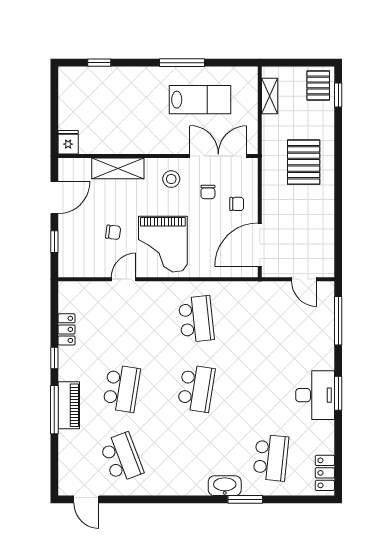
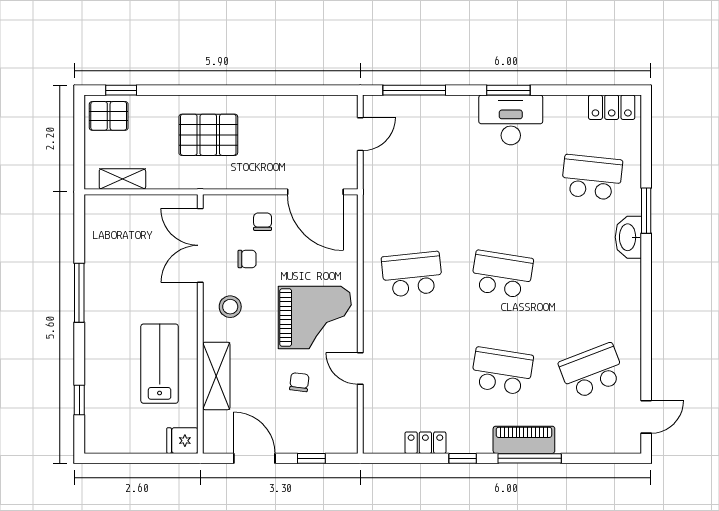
lab bench: (200, 100) -> (160, 364), moved

